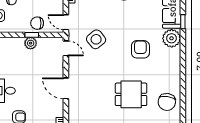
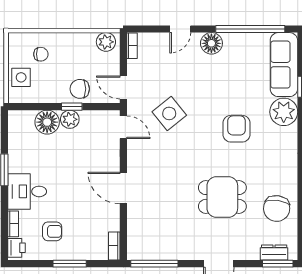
floor lamp: (16, 45) -> (47, 122), added

